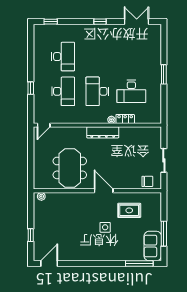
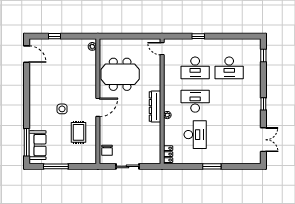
desk: (131, 91) -> (195, 135), turned 180
locker: (125, 119) -> (168, 154), moved
sofa: (153, 246) -> (38, 145), moved, turned 90

